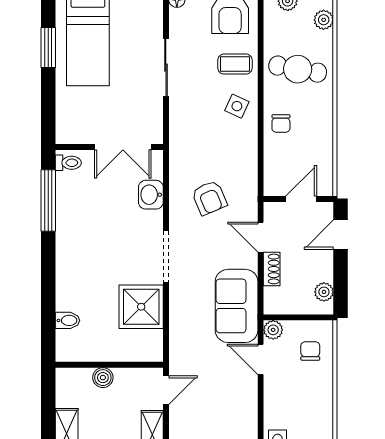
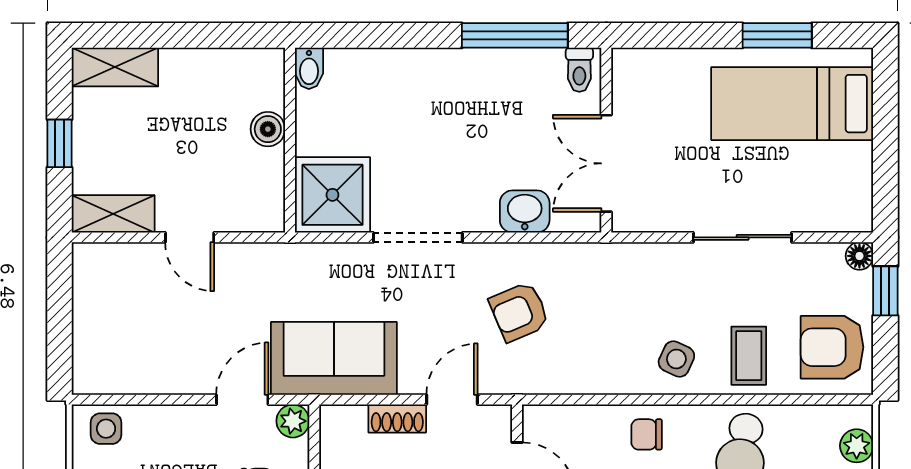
wall: (109, 365) -> (290, 140), moved
boiler: (103, 378) -> (268, 129), moved

